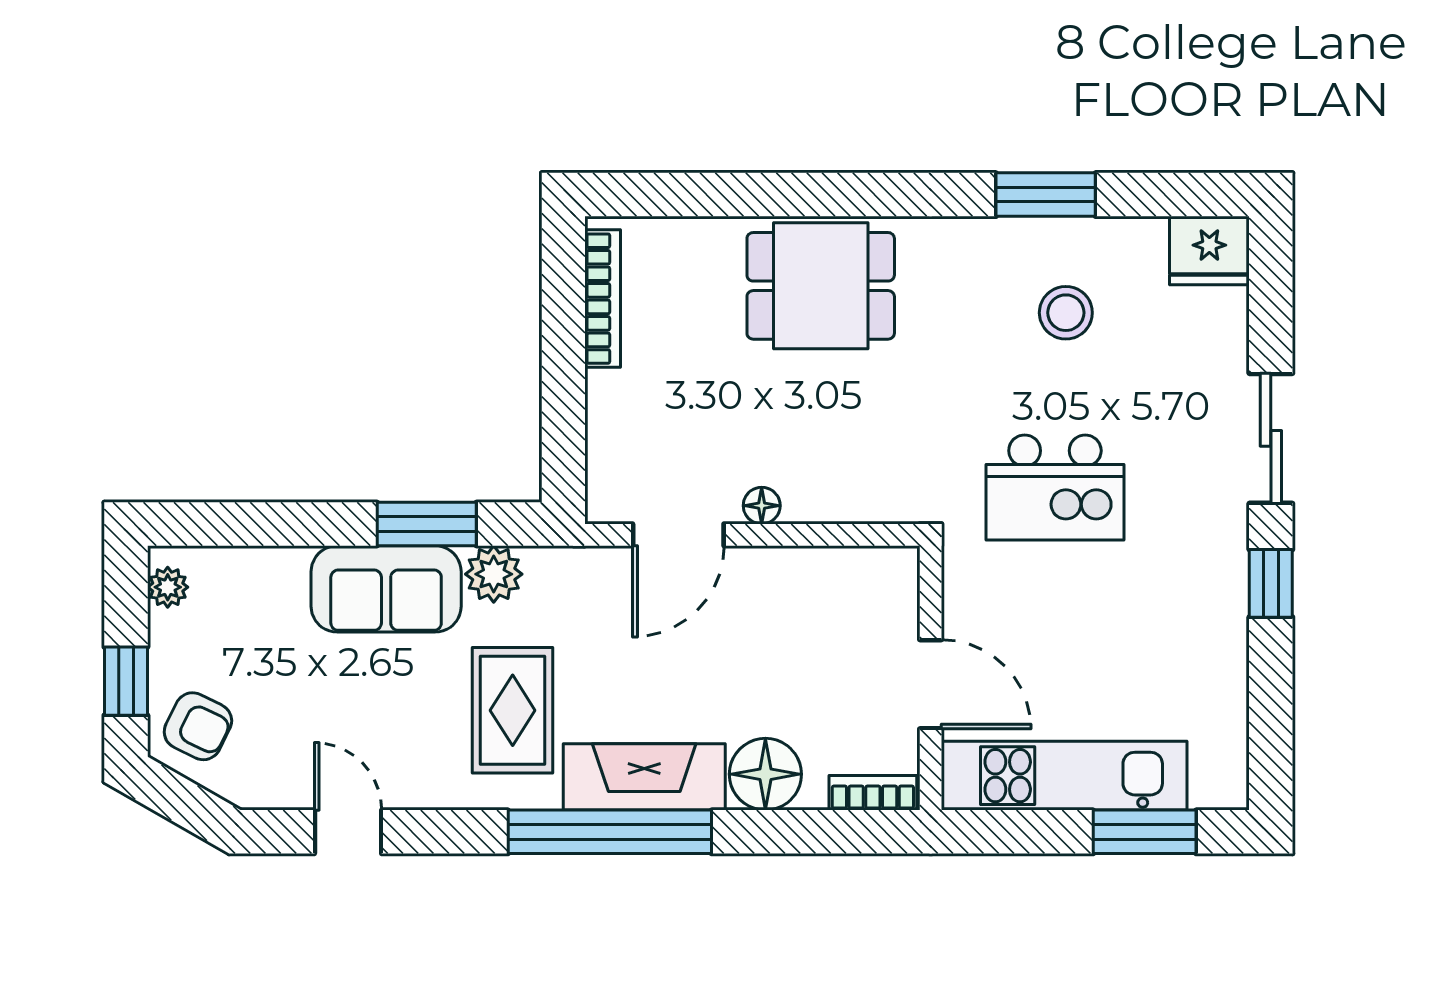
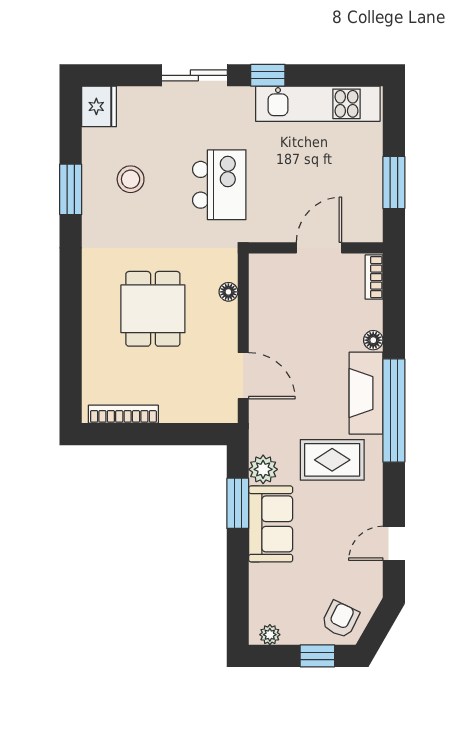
dining table: (821, 286) -> (153, 309), moved
floor lamp: (762, 506) -> (228, 292), moved
floor lamp: (765, 774) -> (373, 340), width x0.53, depth x0.53
kitchen unit: (1064, 776) -> (318, 104), moved, turned -90
window: (1145, 832) -> (394, 183), moved

